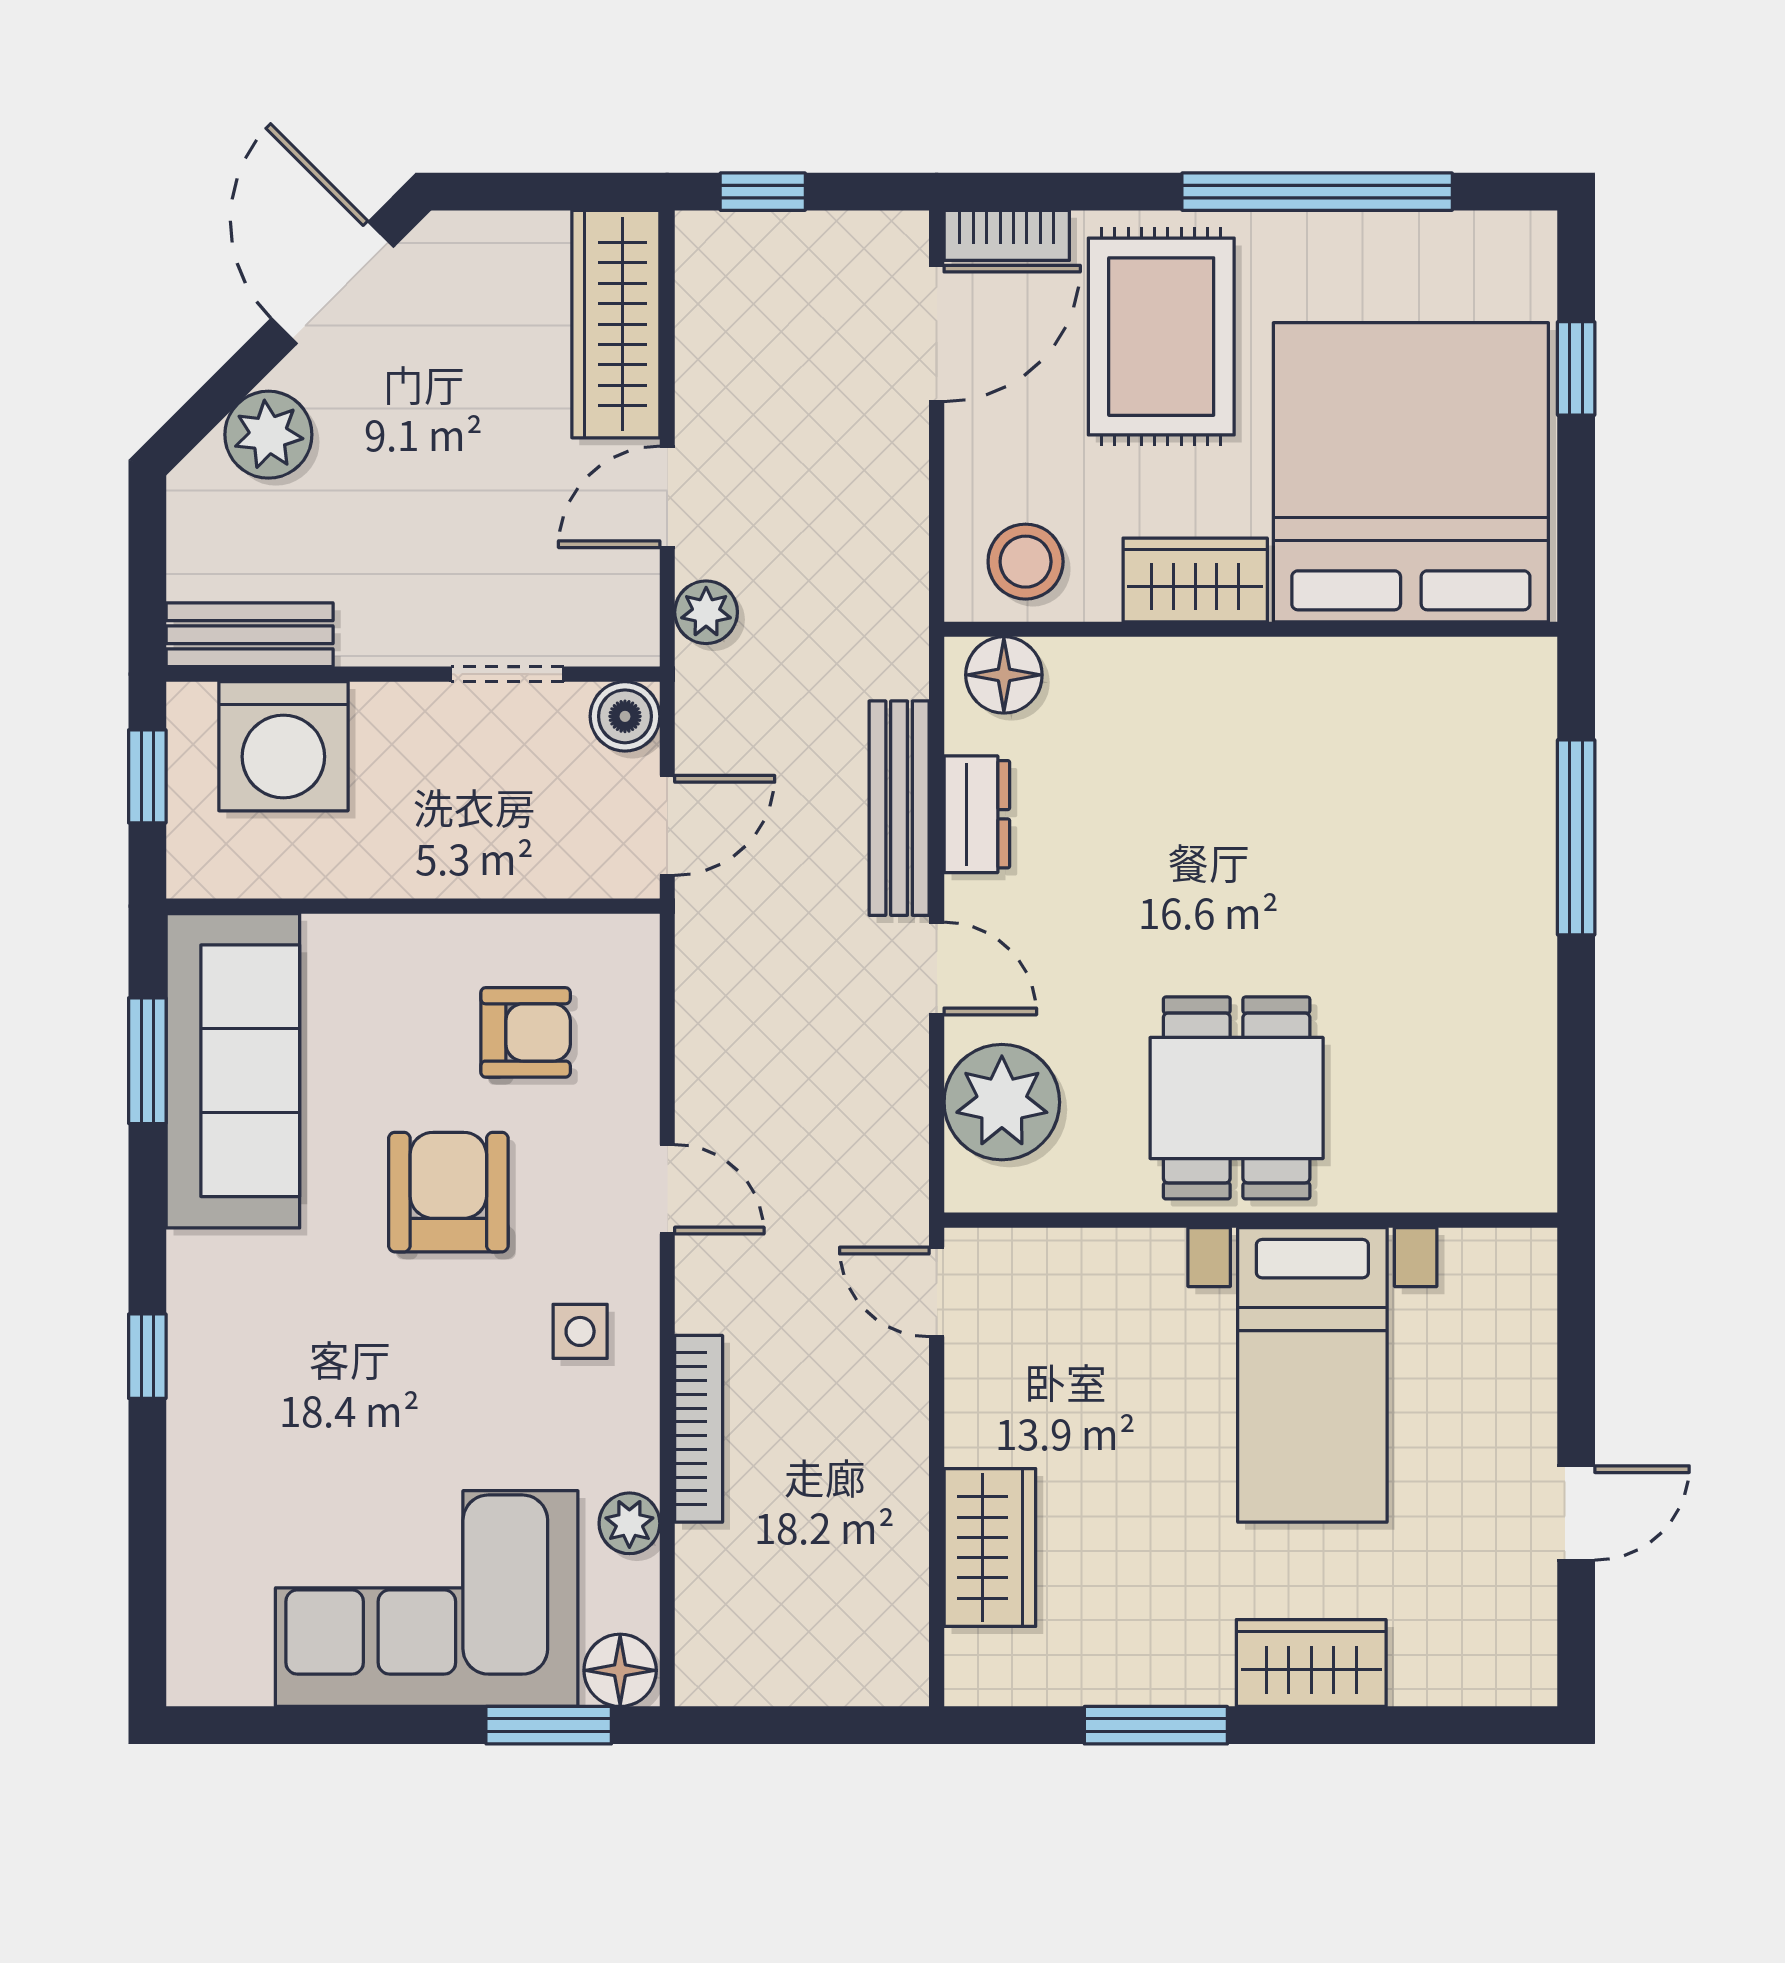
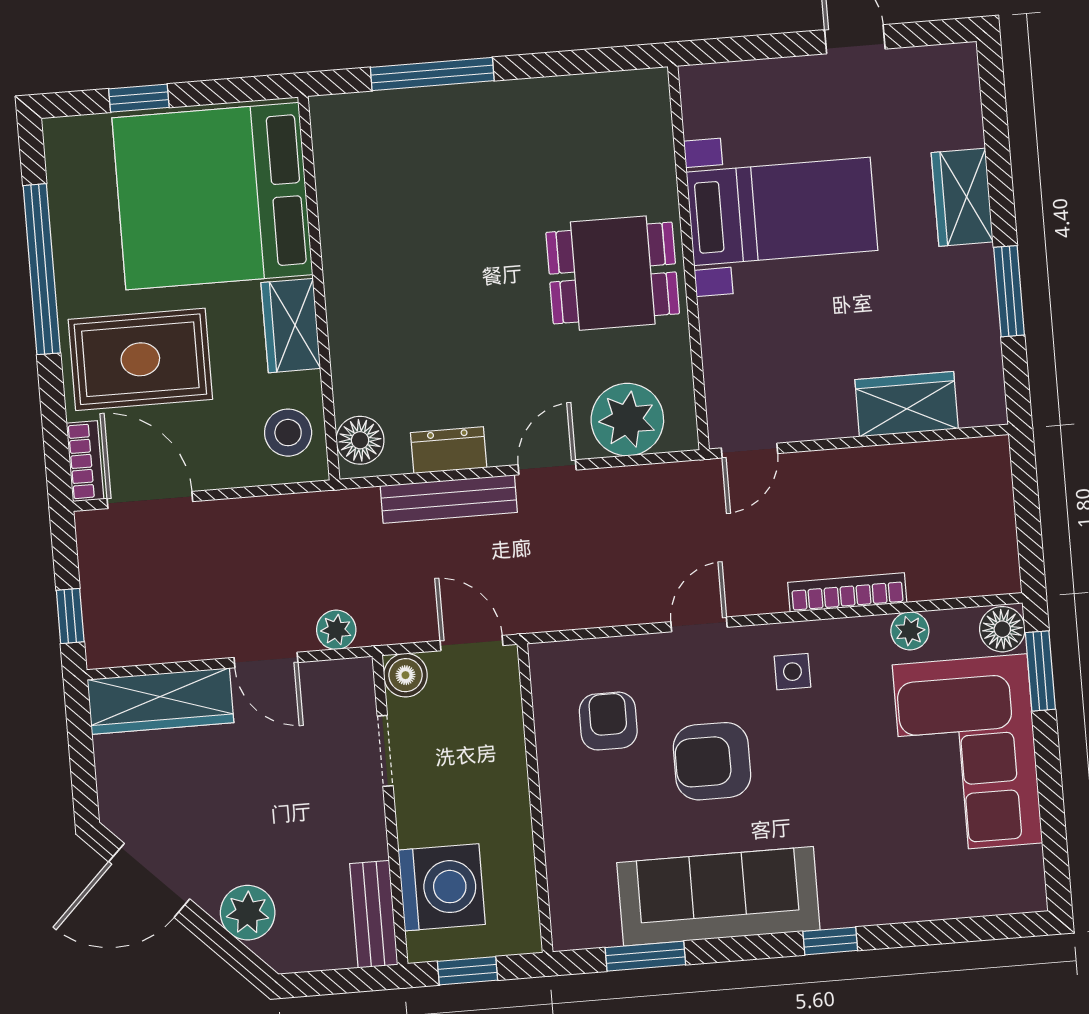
sofa: (233, 1071) -> (718, 896), moved

